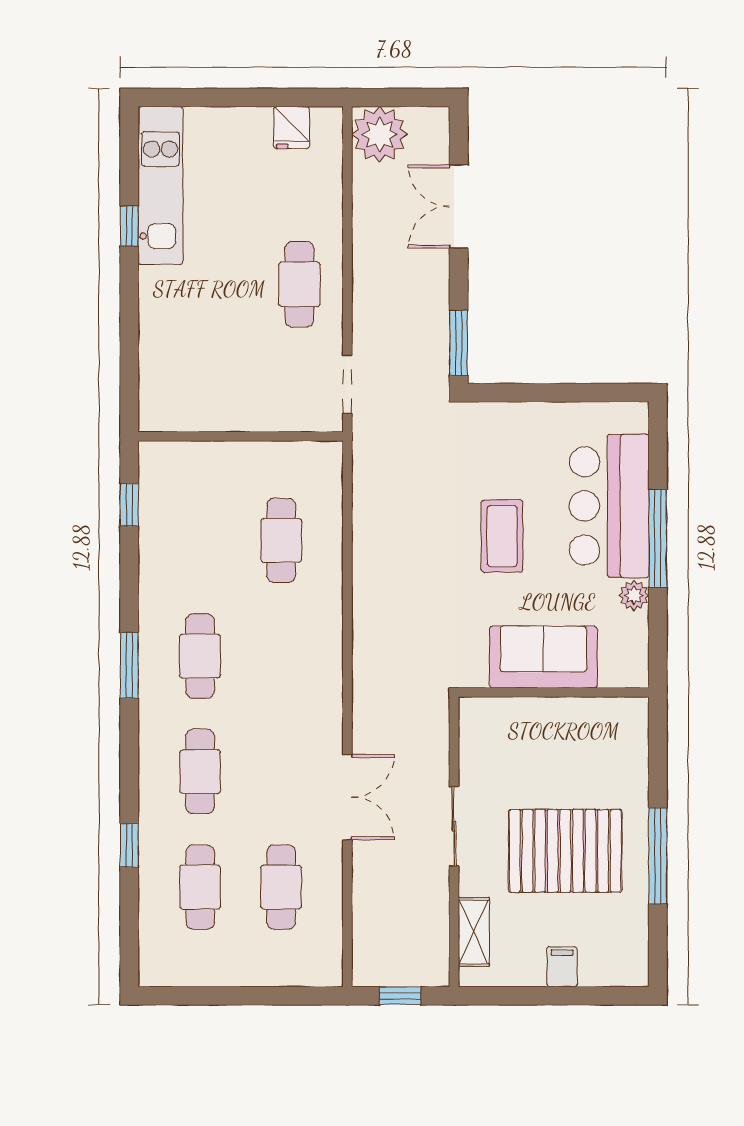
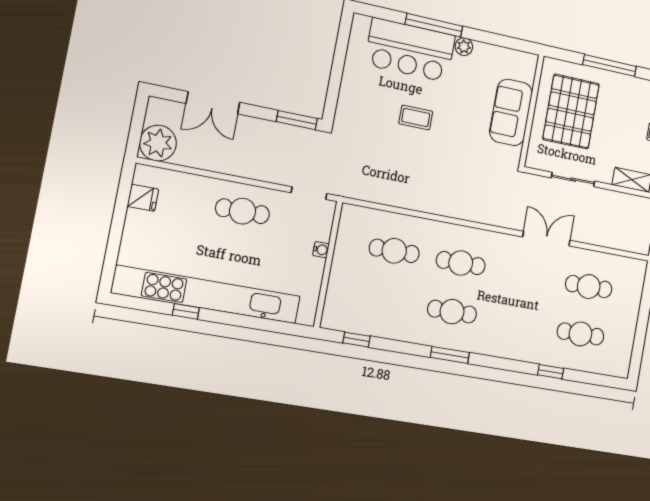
kitchen unit: (160, 185) -> (207, 295), width x1.86
water cooler: (262, 420) -> (321, 250), added
coffee table: (502, 536) -> (416, 117), width x0.73, depth x0.77
sofa: (543, 657) -> (511, 112), moved
wall: (554, 692) -> (532, 111), moved
cafe table: (200, 772) -> (461, 263), moved
pallet: (565, 851) -> (571, 112), moved

